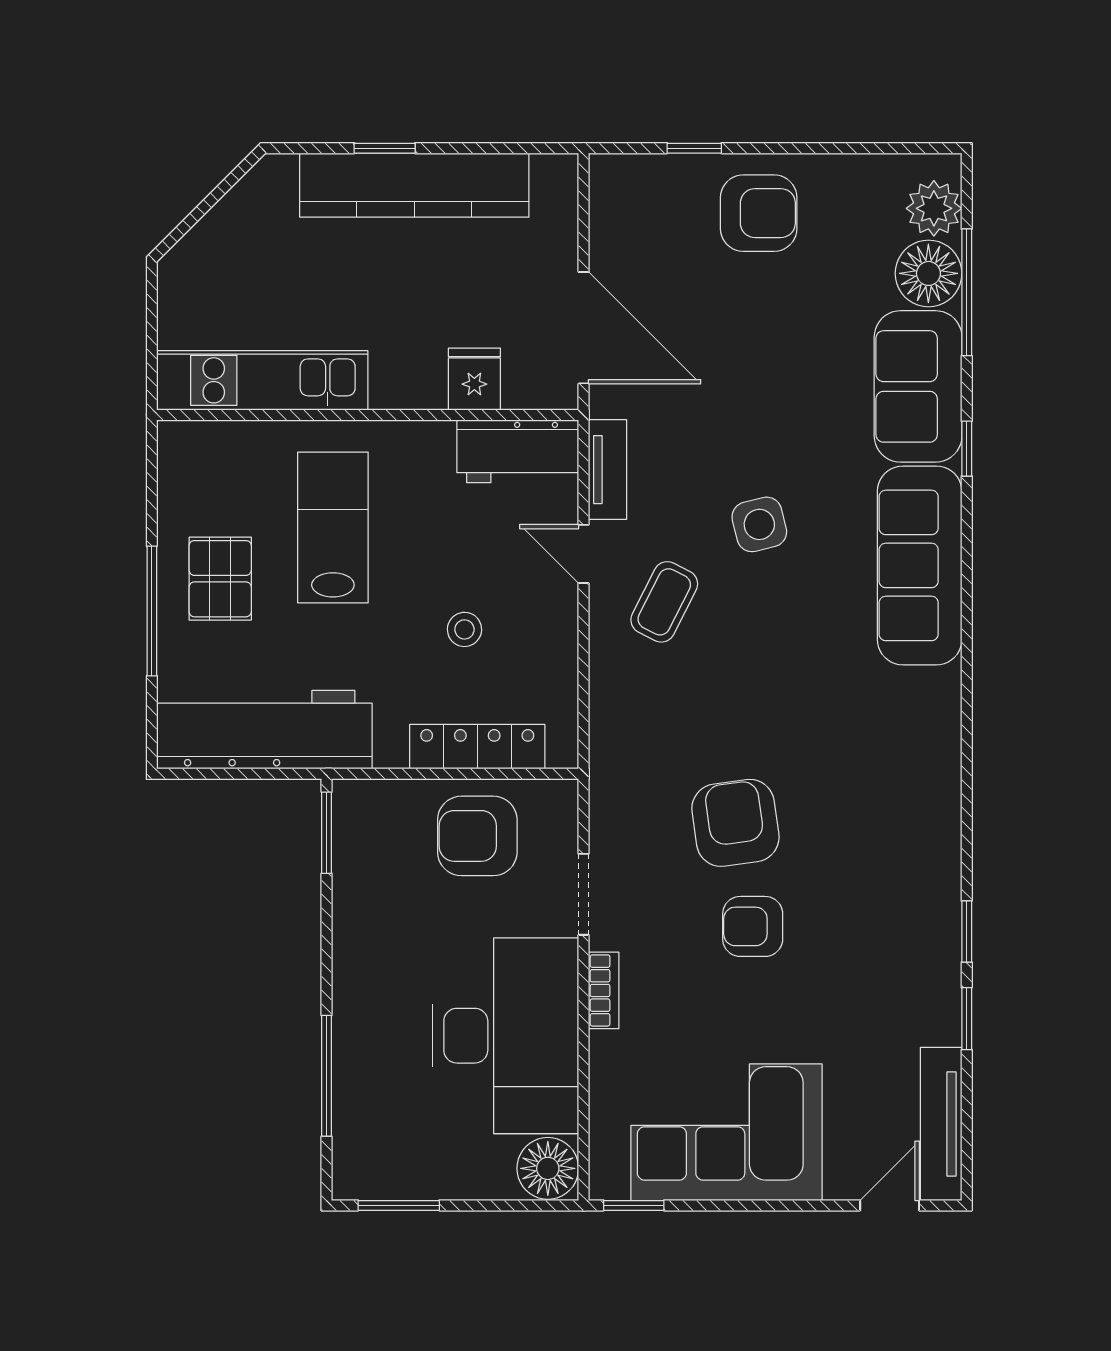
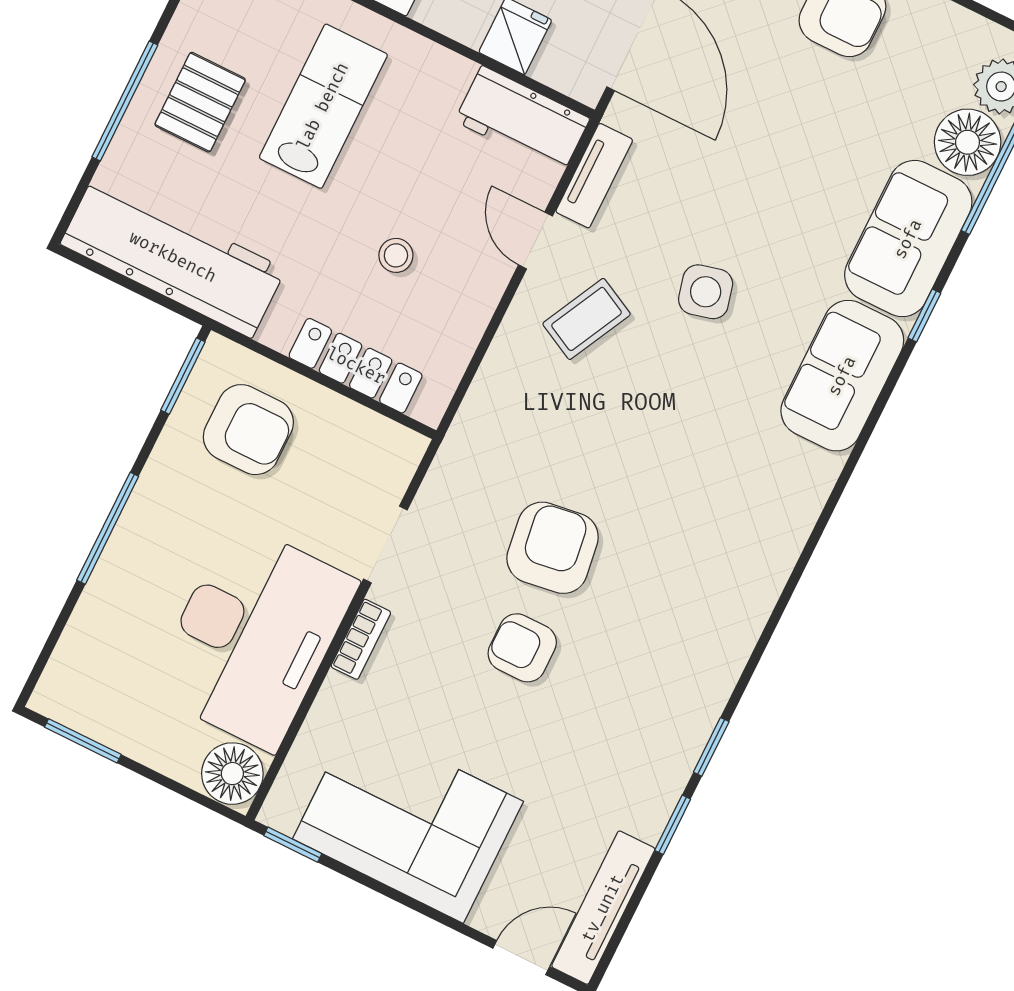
sofa: (920, 565) -> (842, 376), width x0.73
armchair: (477, 836) -> (248, 430), moved, turned 180
window: (326, 1076) -> (108, 528), moved

